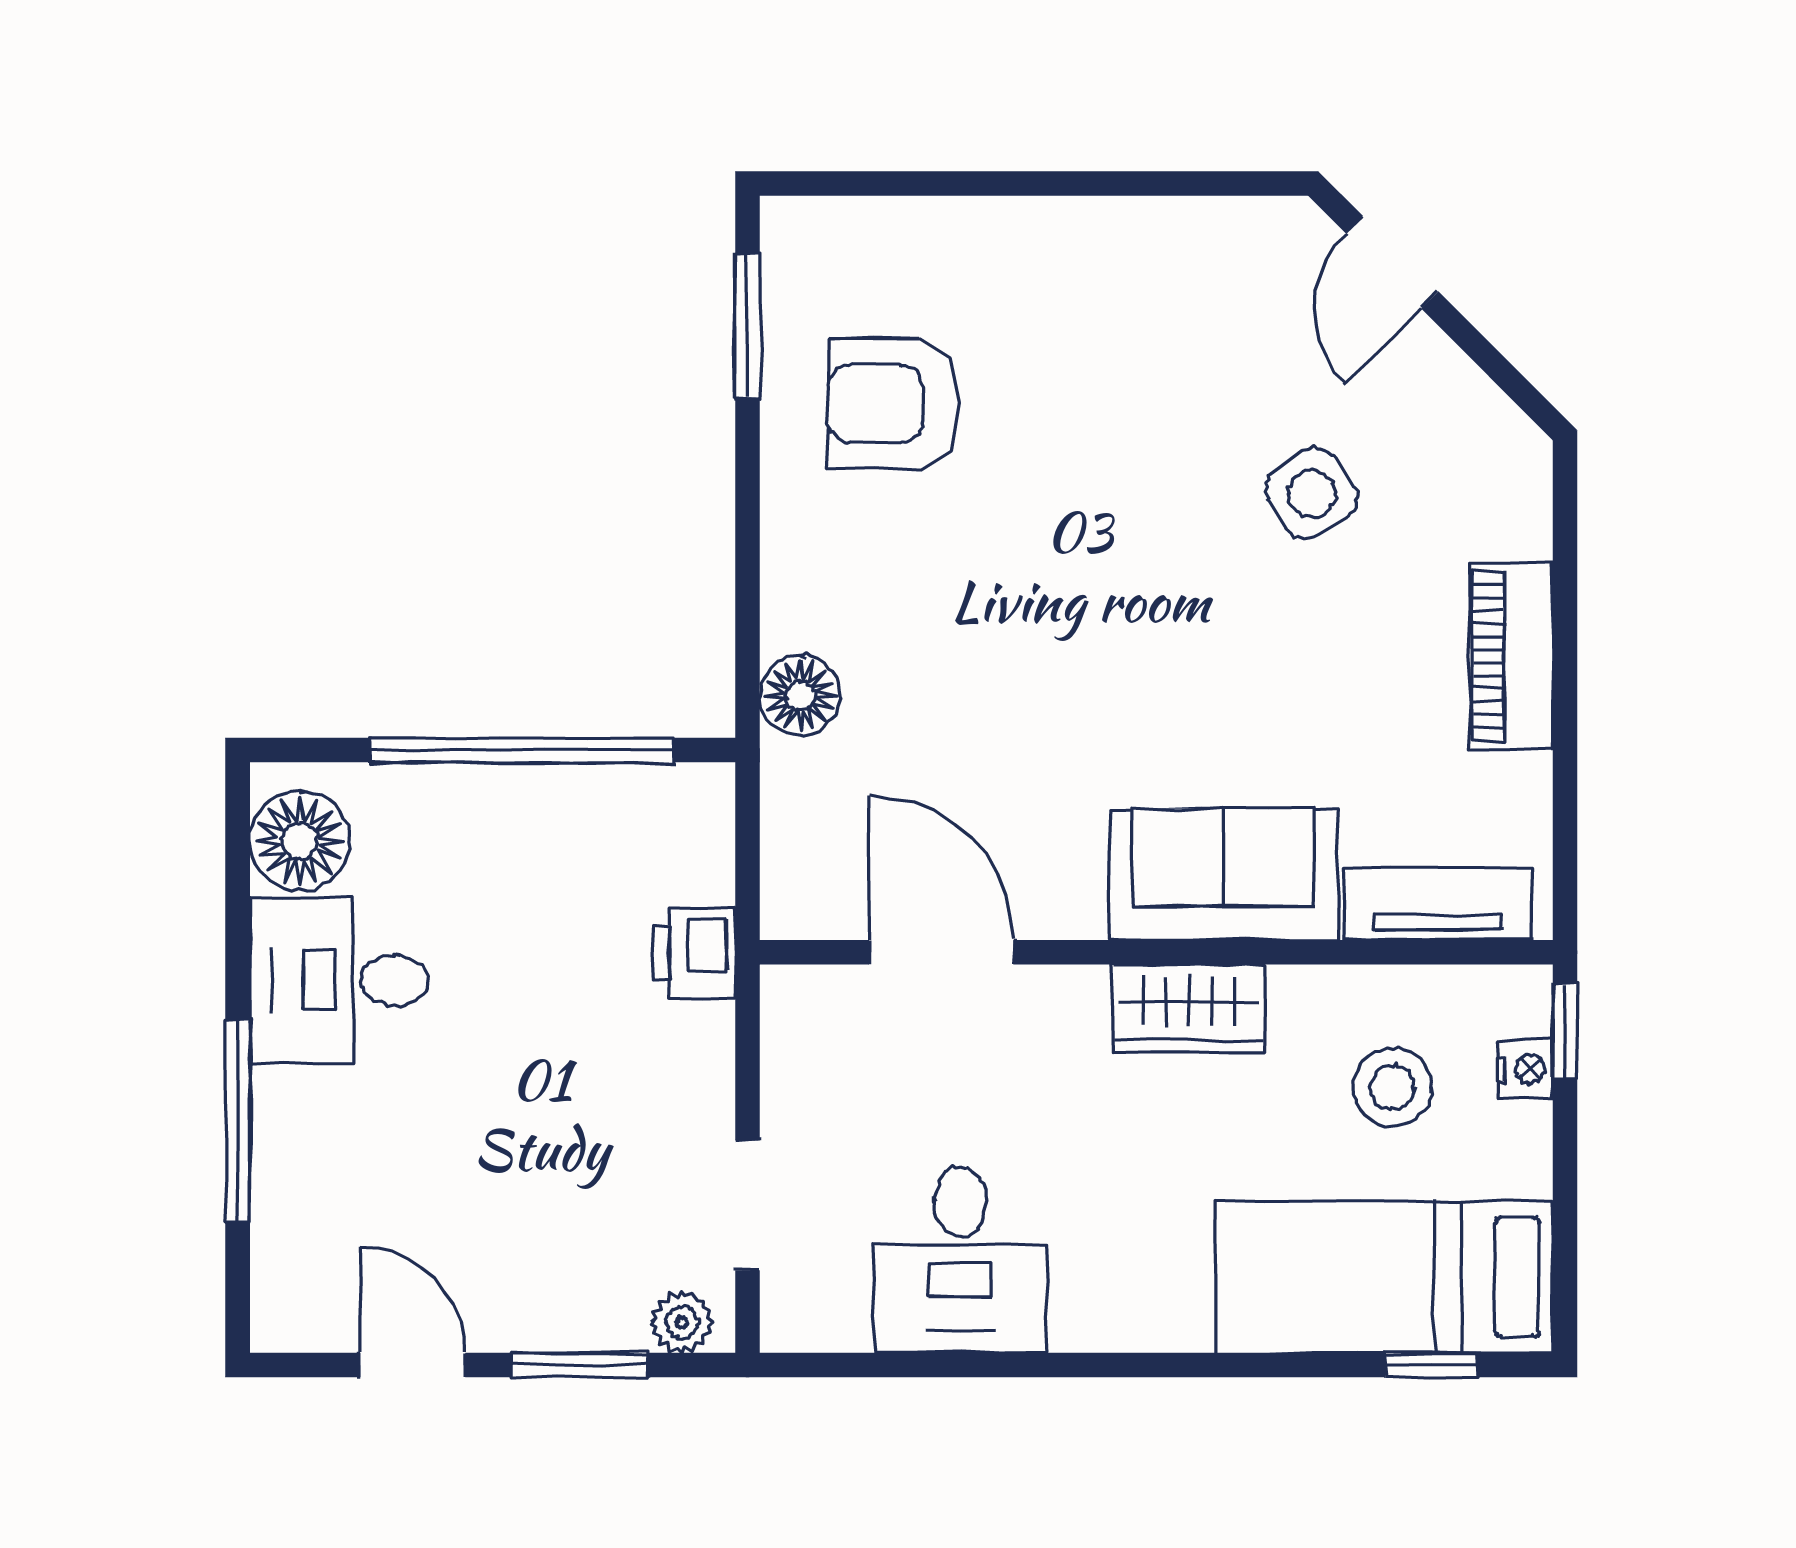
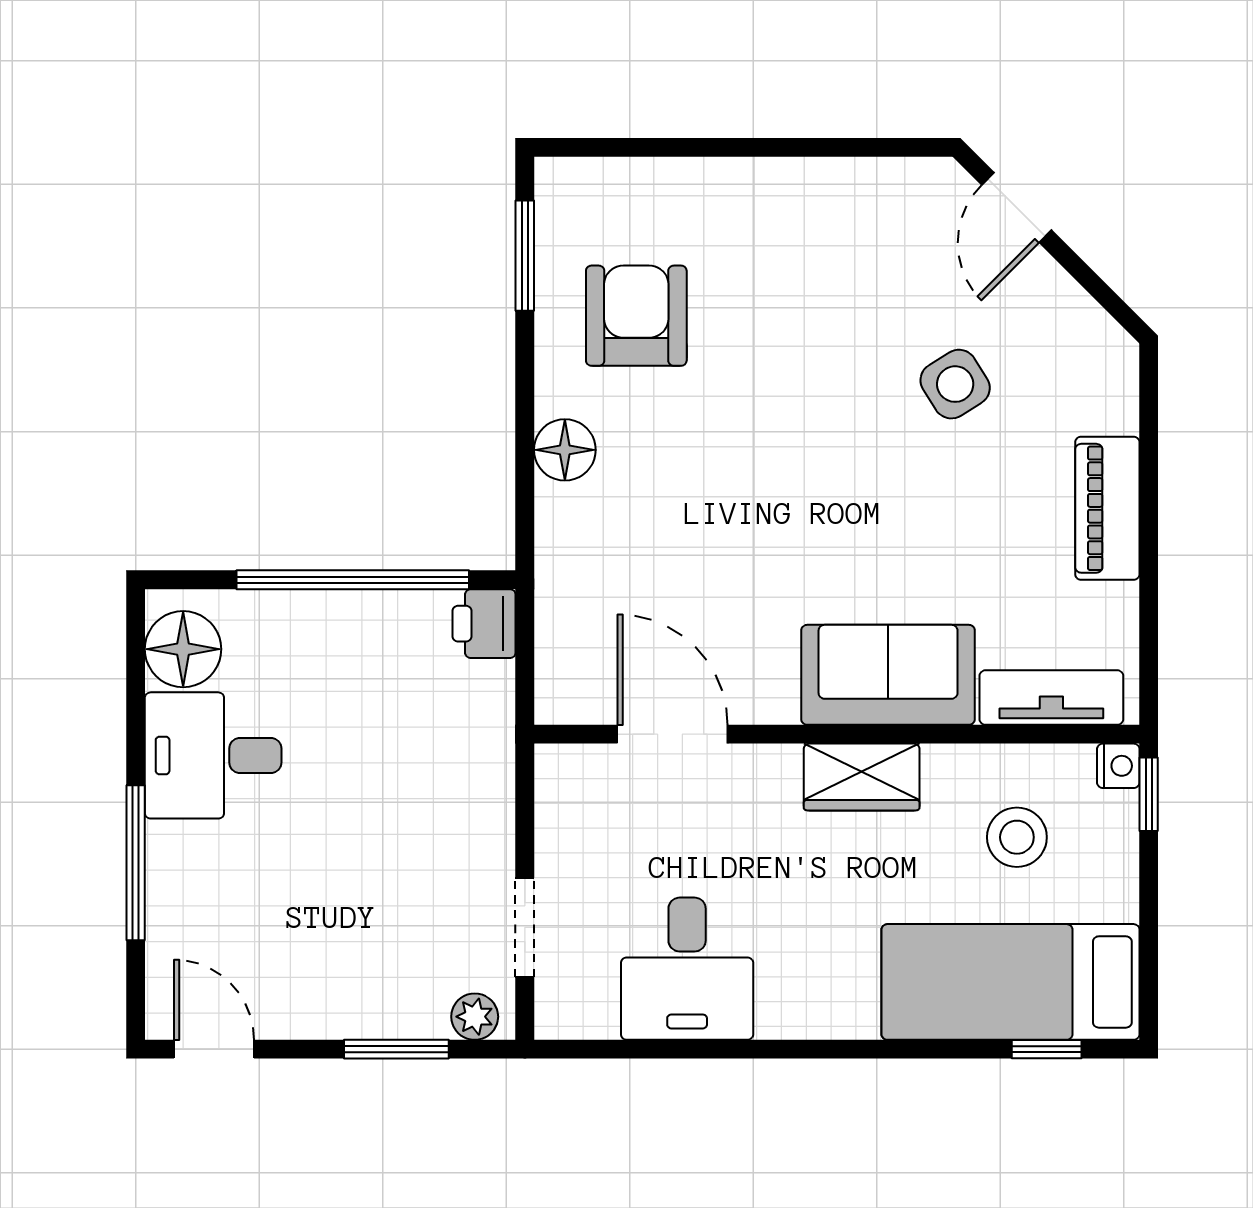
armchair: (894, 404) -> (636, 316), turned 90
floor lamp: (800, 696) -> (565, 450), moved
printer: (694, 953) -> (484, 624), moved
nightstand: (1525, 1069) -> (1118, 766), moved
door: (413, 1365) -> (214, 1049), moved

